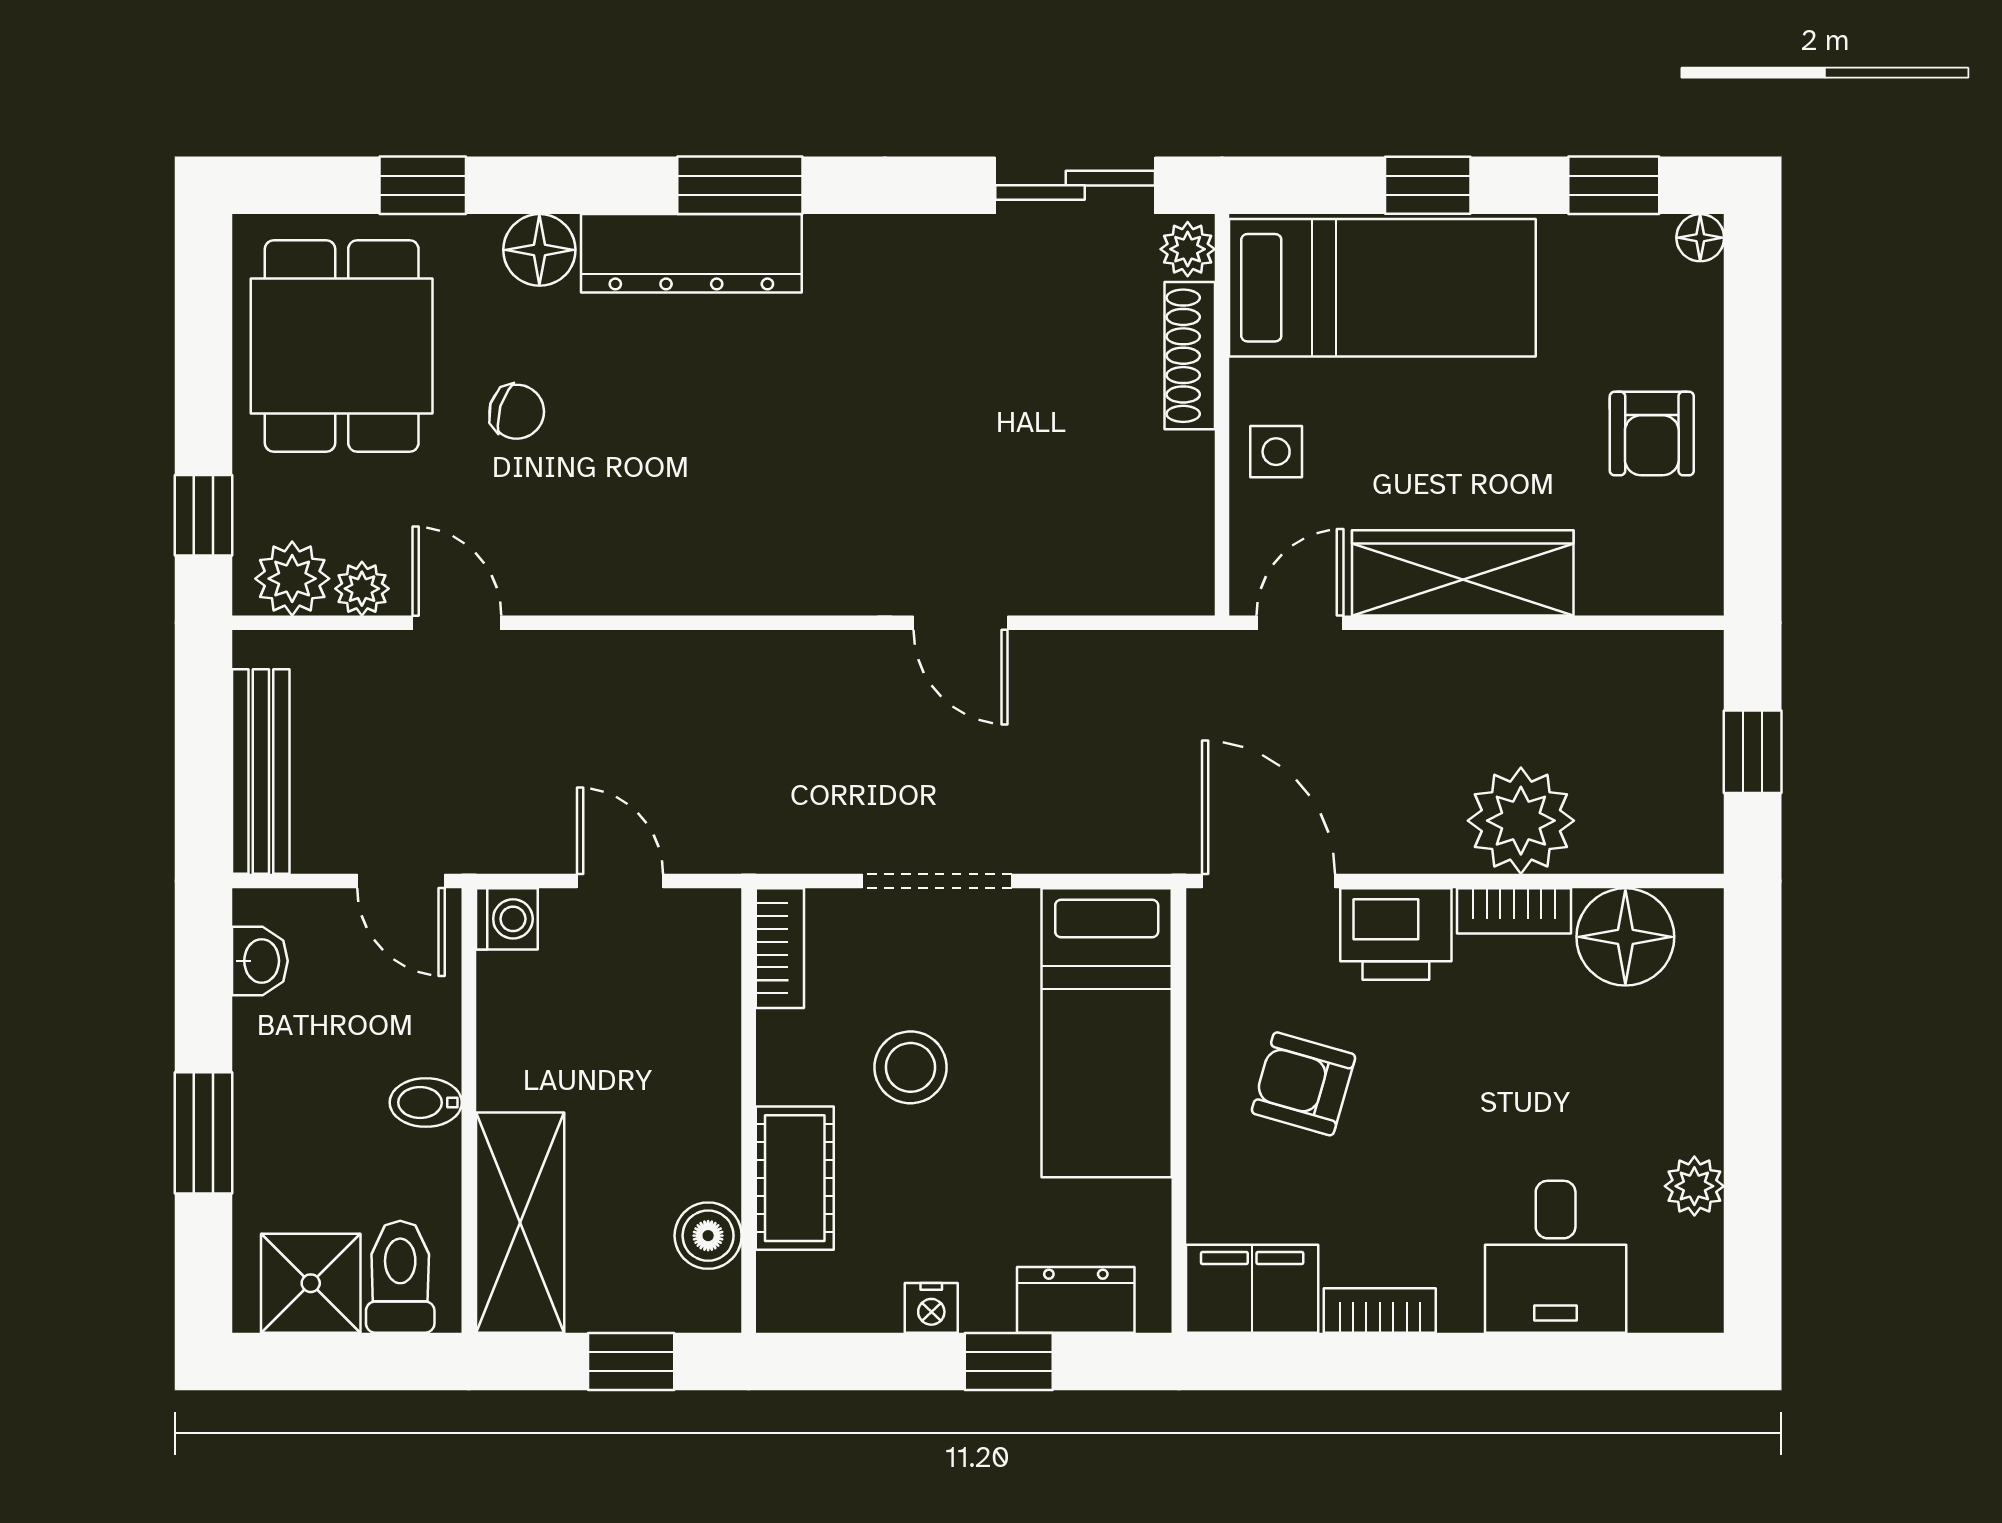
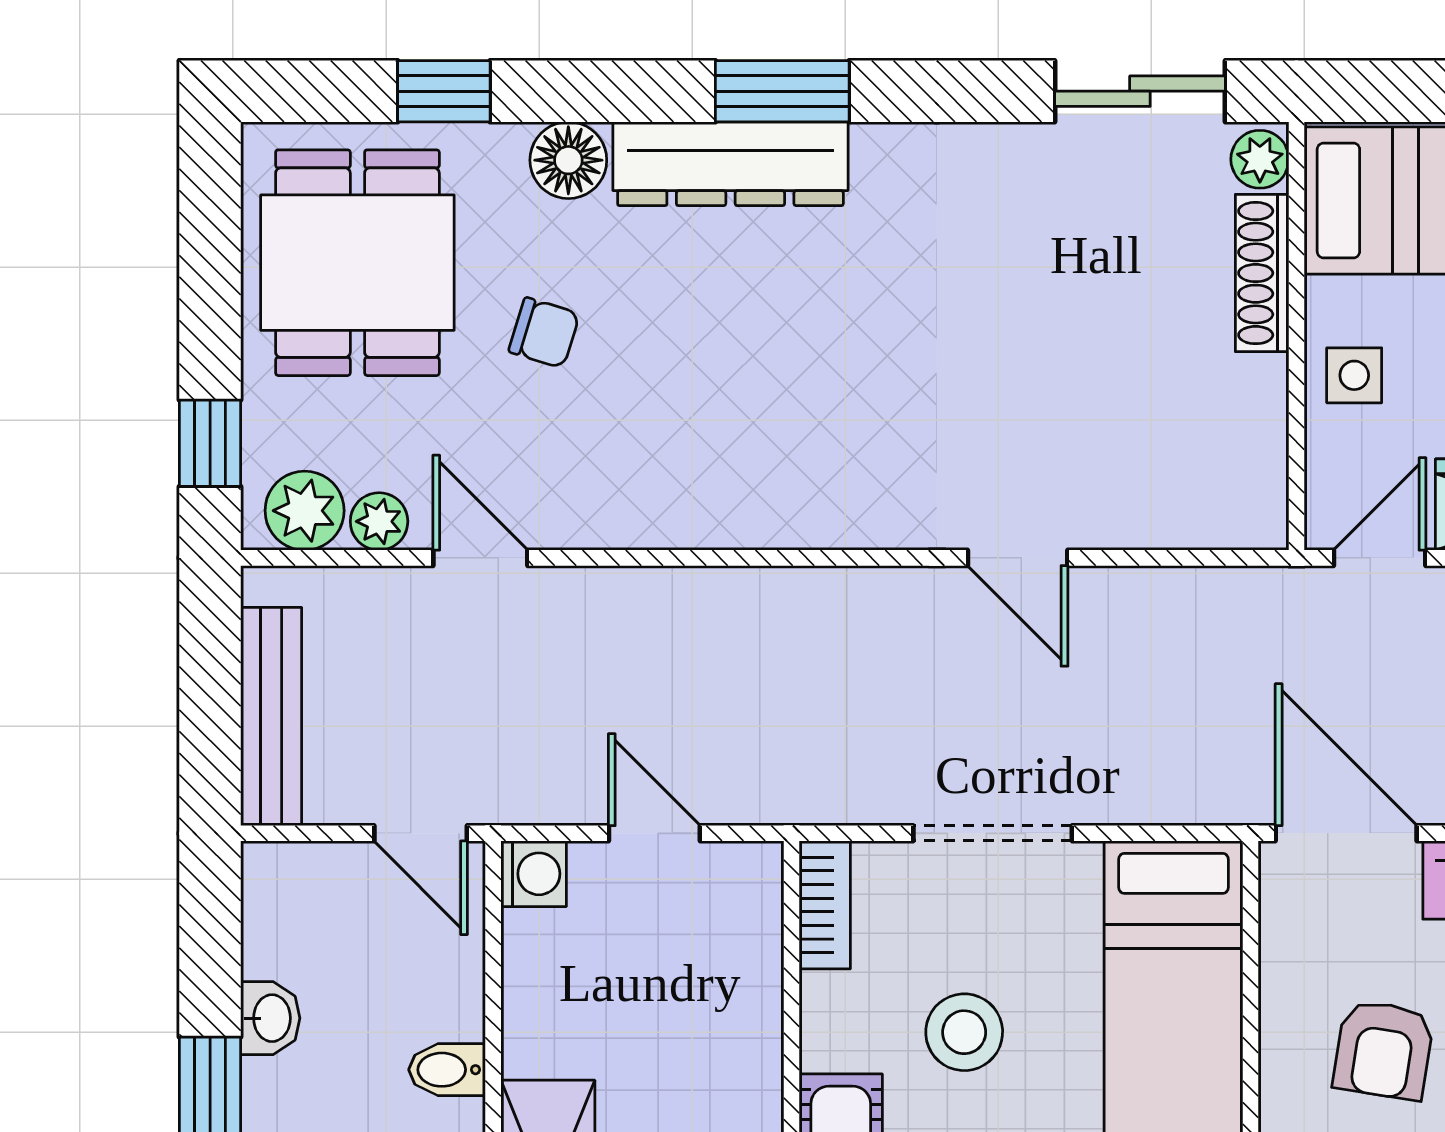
washbasin: (260, 961) -> (270, 1018), moved
armchair: (1303, 1084) -> (1383, 1050), turned -97

